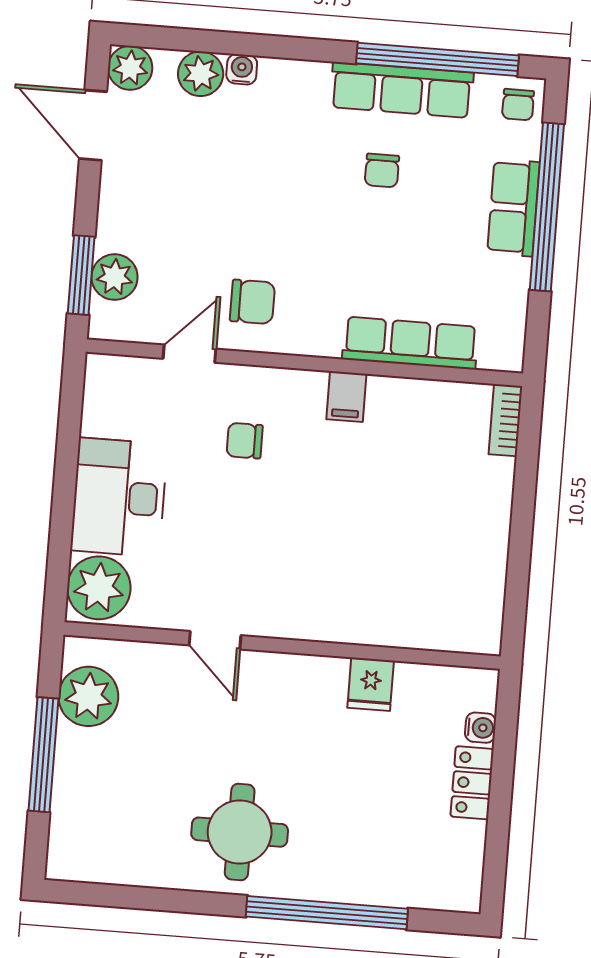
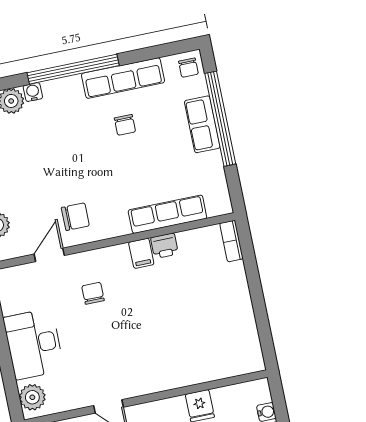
window: (438, 59) -> (73, 69), moved
printer: (389, 395) -> (164, 246), added
chair: (245, 441) -> (93, 293), turned 90
plant: (99, 588) -> (32, 397), width x0.73, depth x0.73

